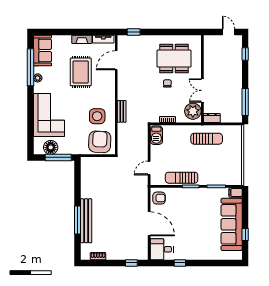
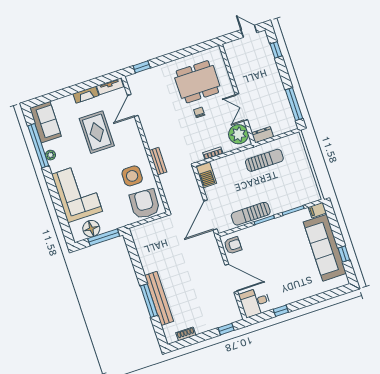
door: (149, 168) -> (210, 215), width x1.87

